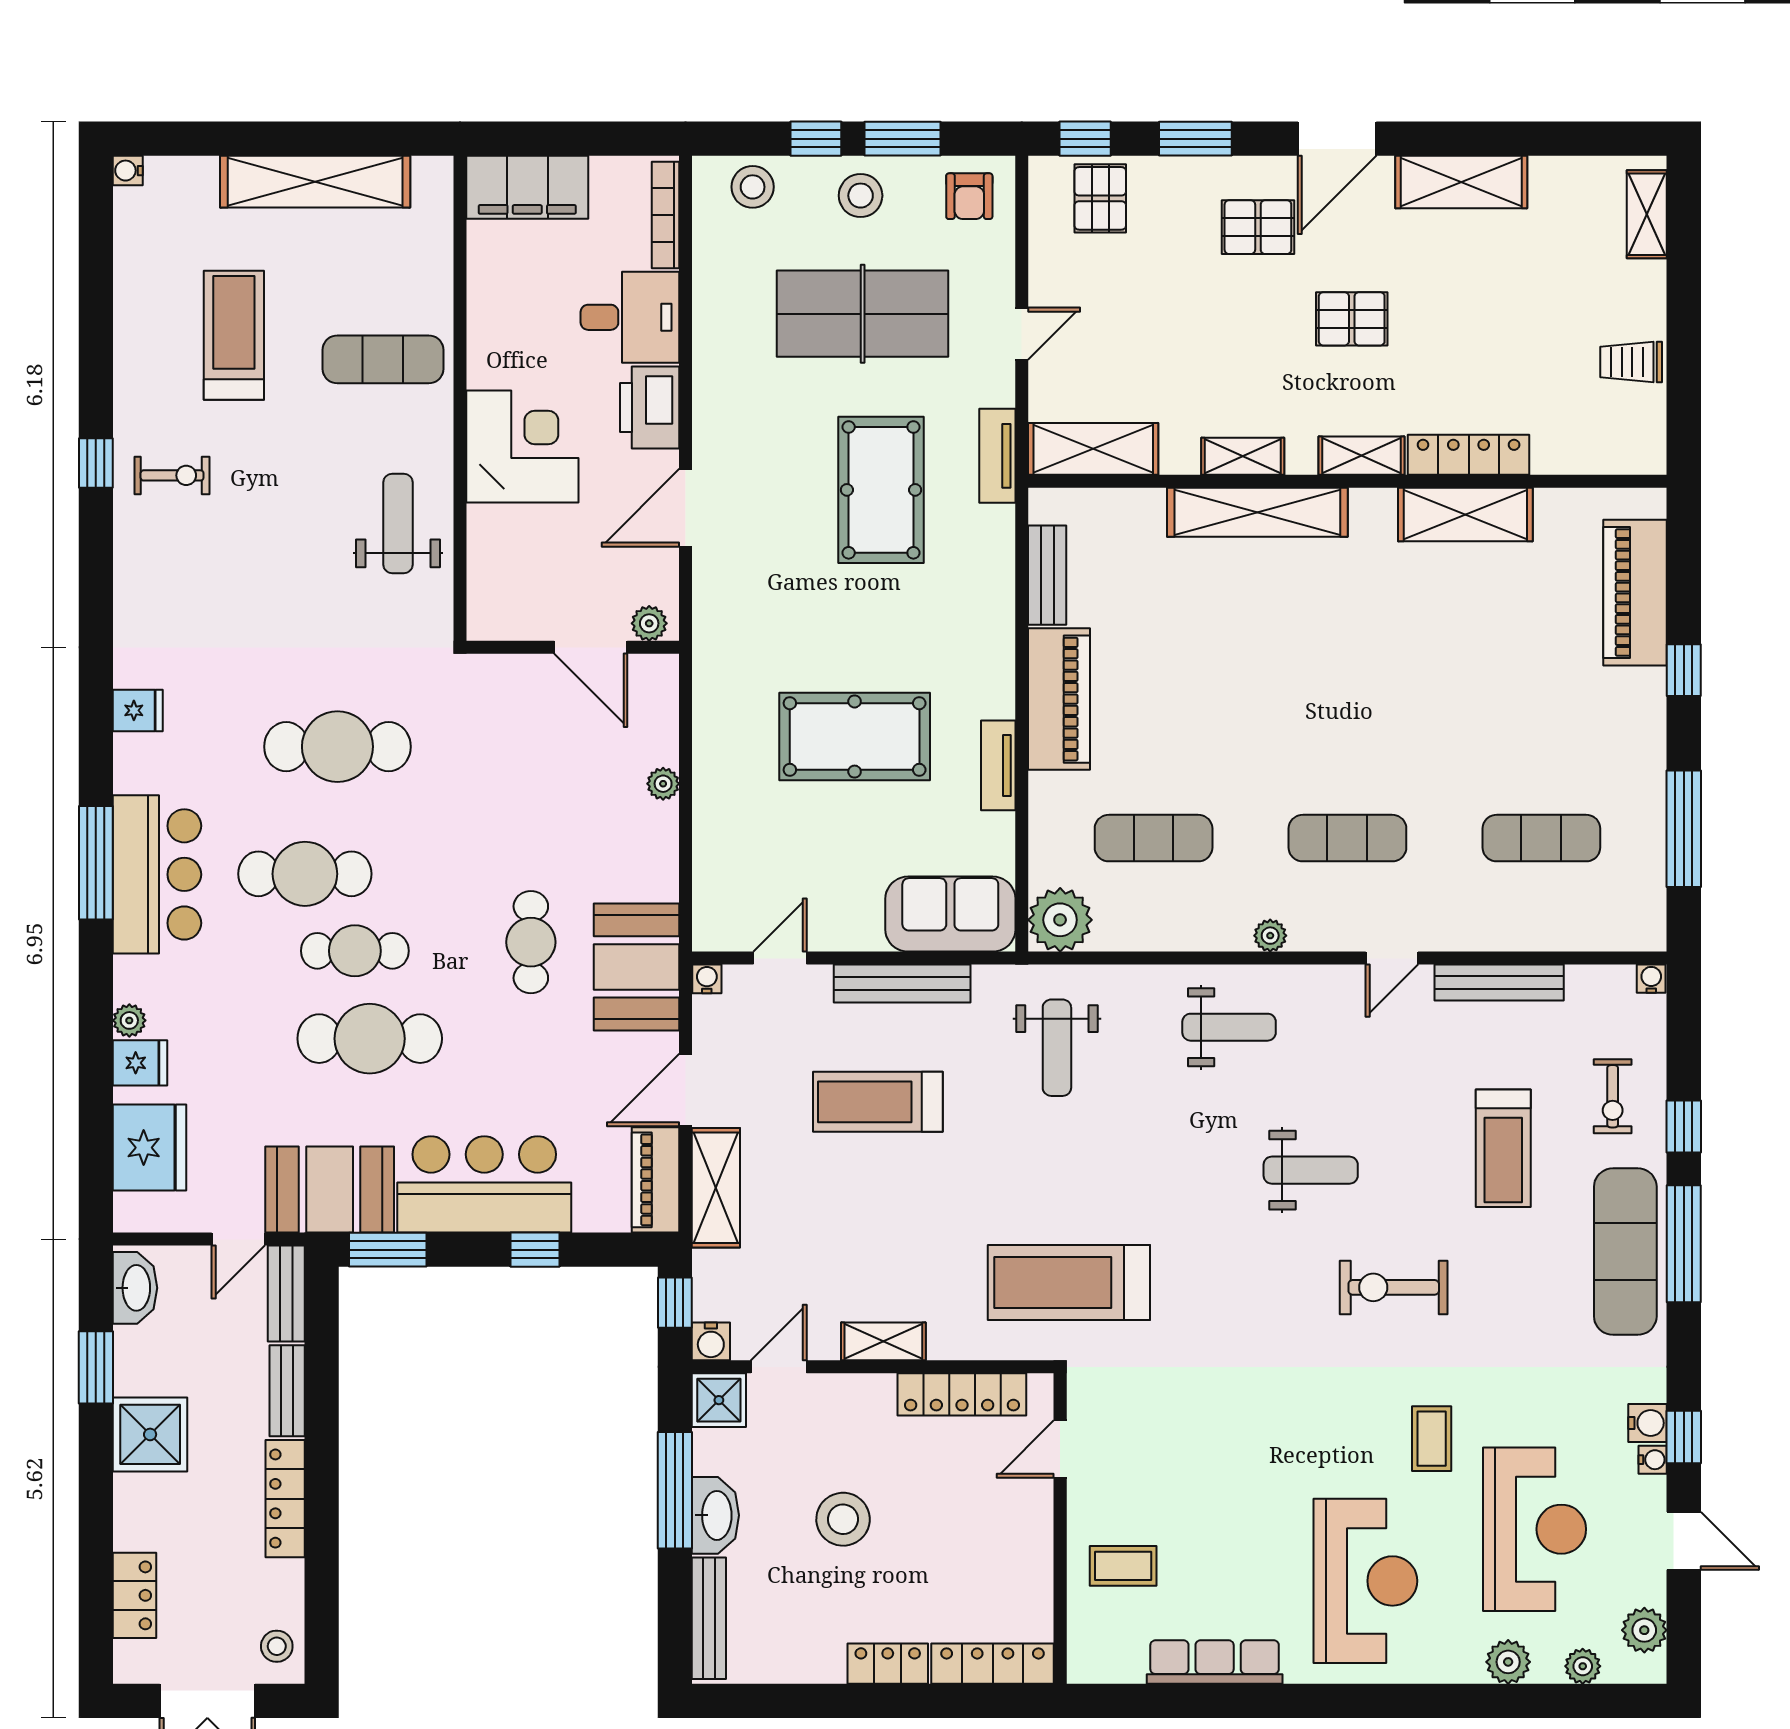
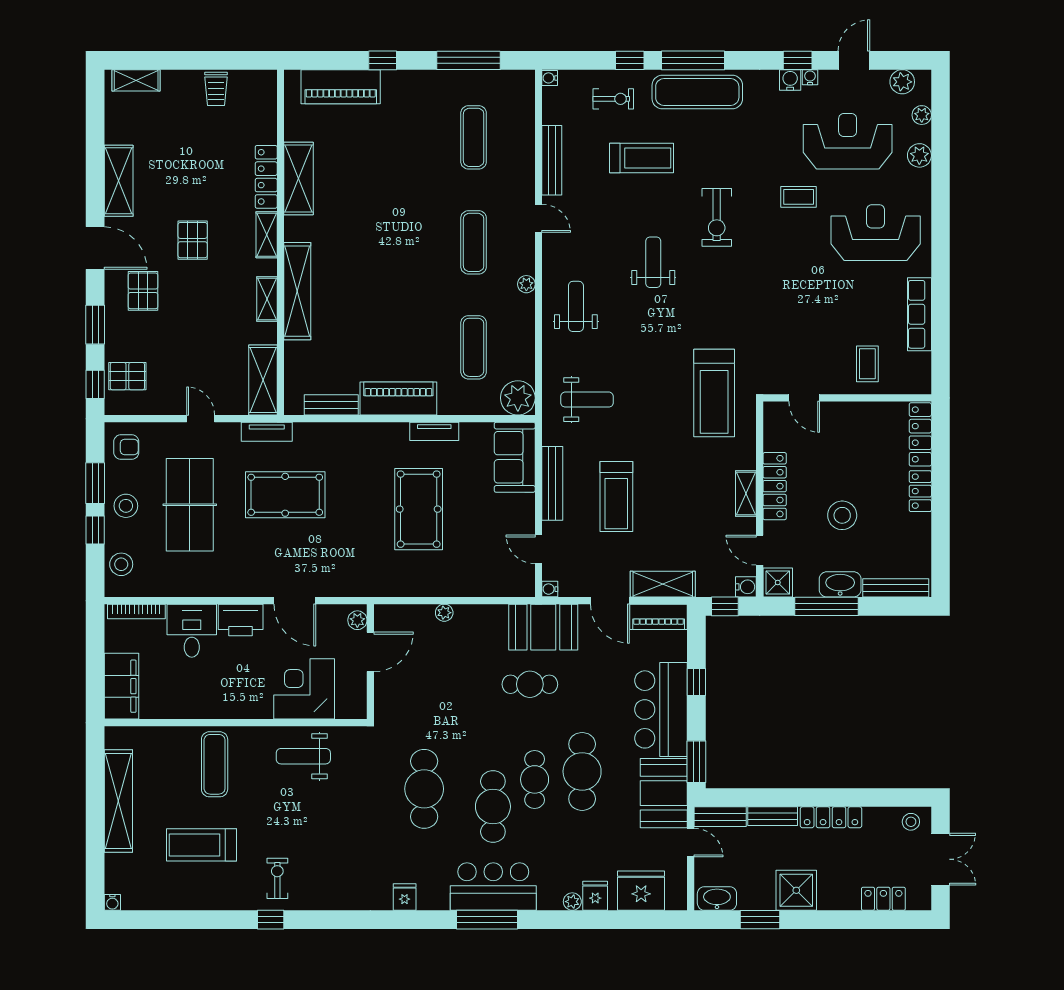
corner desk: (522, 447) -> (304, 689), moved
locker: (962, 1394) -> (775, 486), moved

